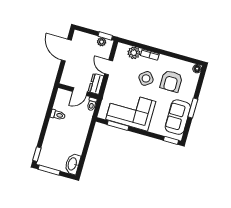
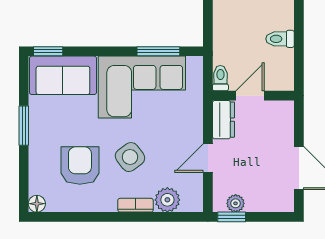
door: (109, 67) -> (208, 158), swing flipped
sofa: (178, 117) -> (63, 75), moved, turned 90

